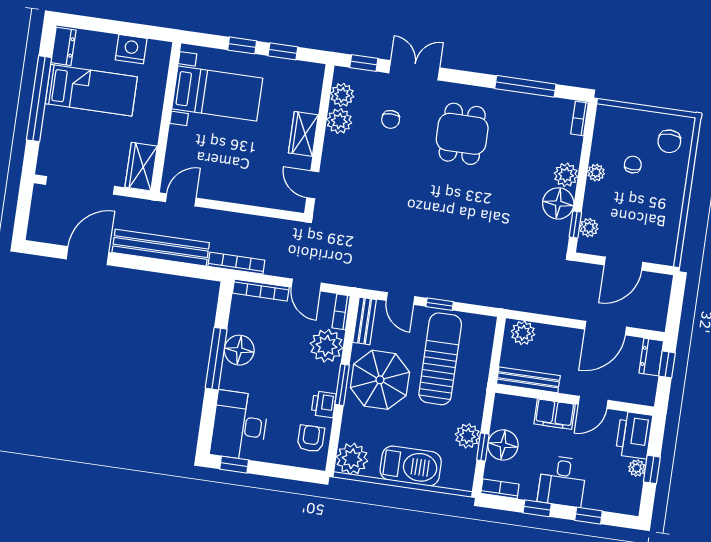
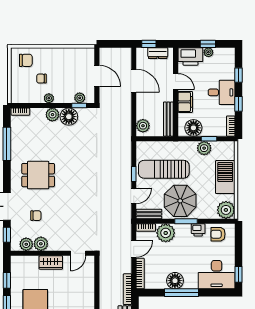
dresser: (651, 357) -> (158, 53), moved
floor lamp: (503, 445) -> (193, 128), moved

